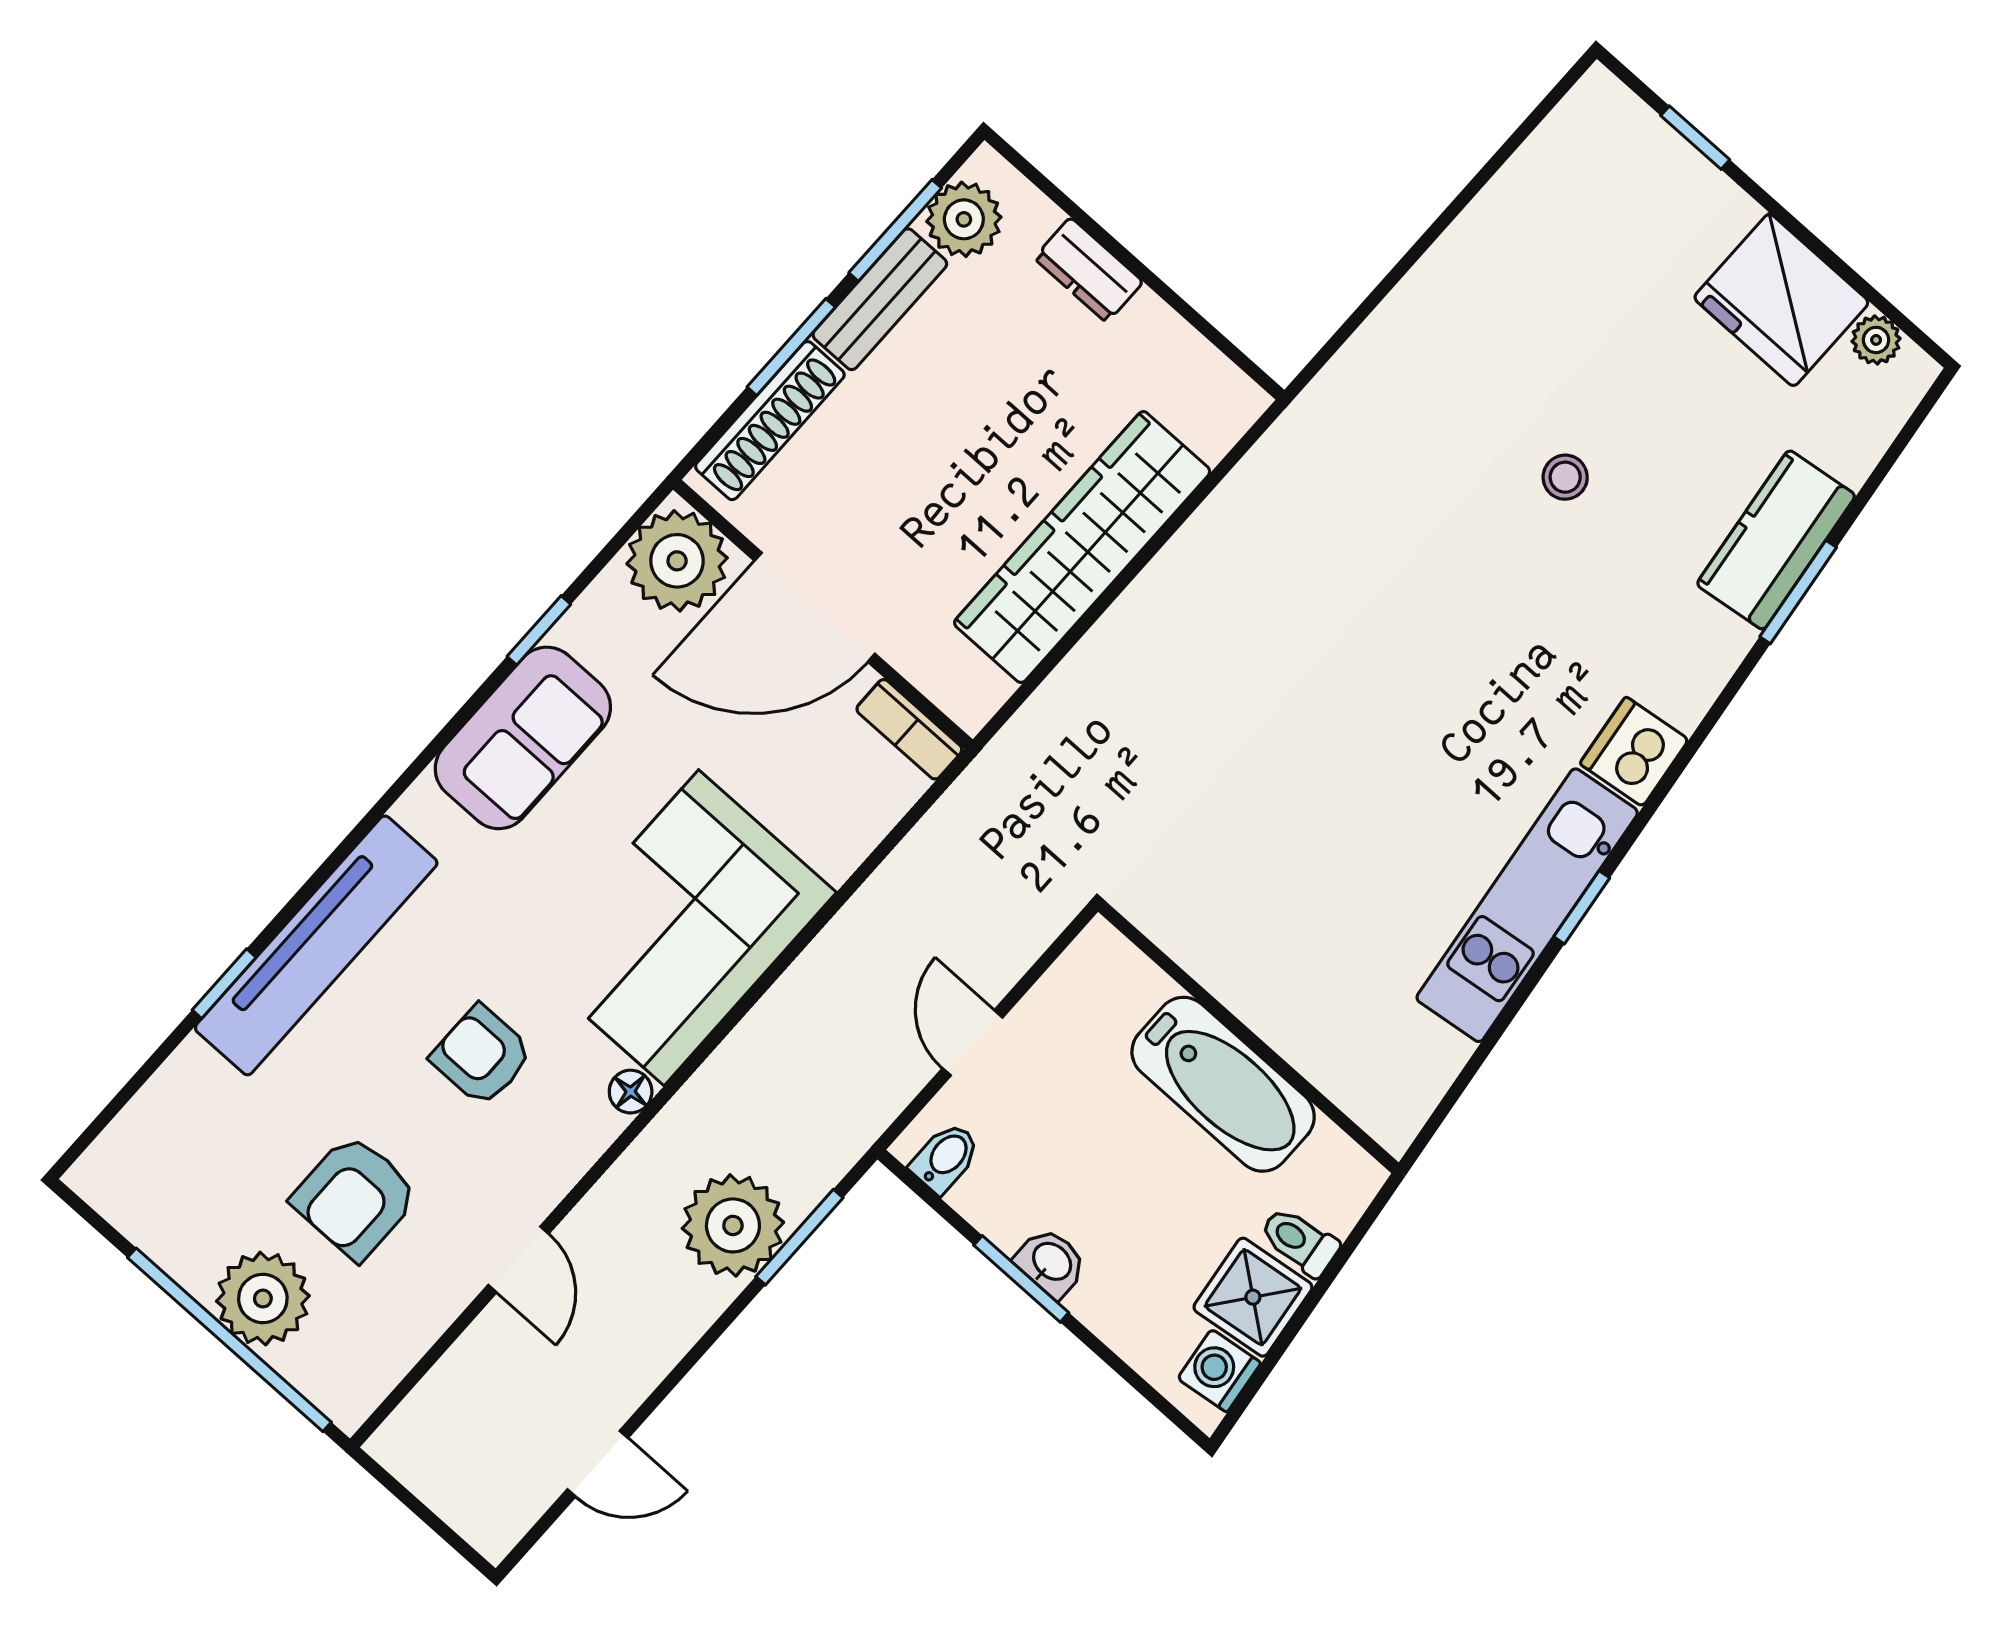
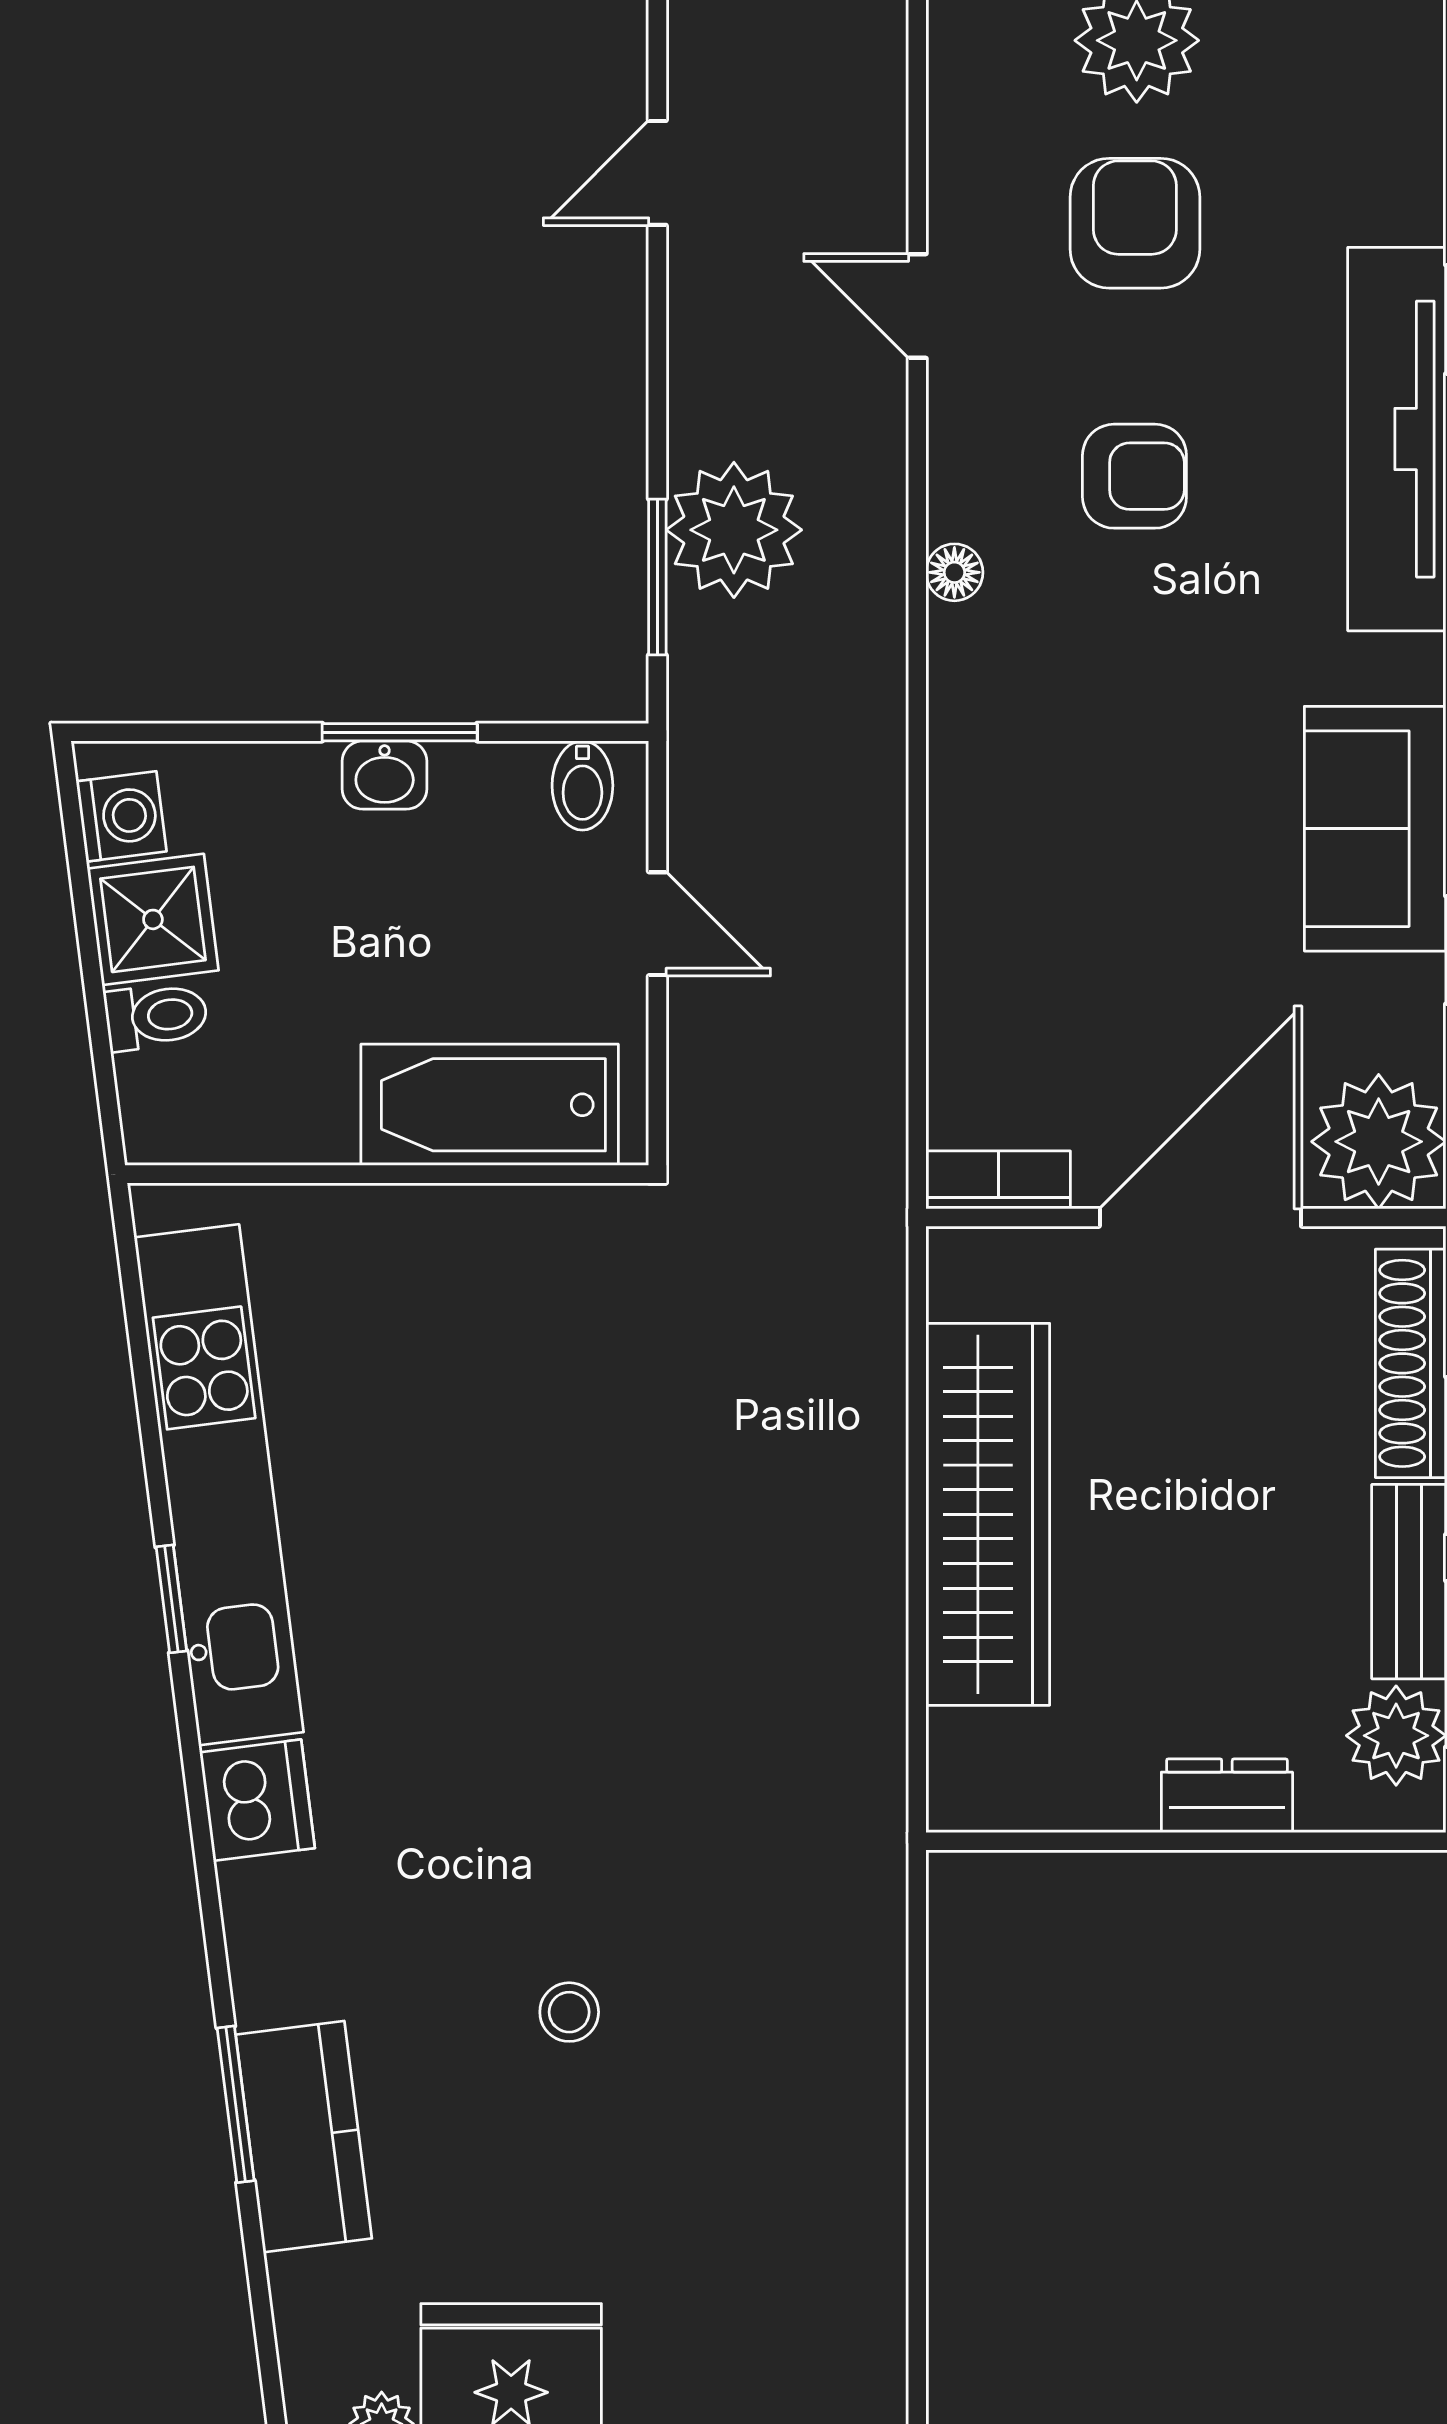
kitchen unit: (1527, 905) -> (219, 1485), width x1.36
corner sofa: (681, 928) -> (1049, 780), removed
bathtub: (1223, 1084) -> (490, 1105), moved

